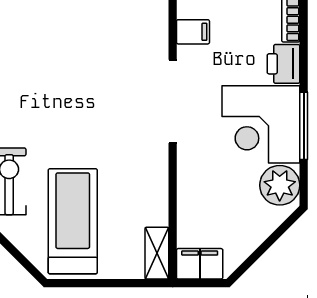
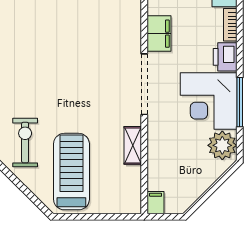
filing cabinet: (193, 32) -> (159, 34), width x2.00
shelving: (157, 253) -> (133, 145), moved
filing cabinet: (200, 264) -> (156, 203), width x0.50

